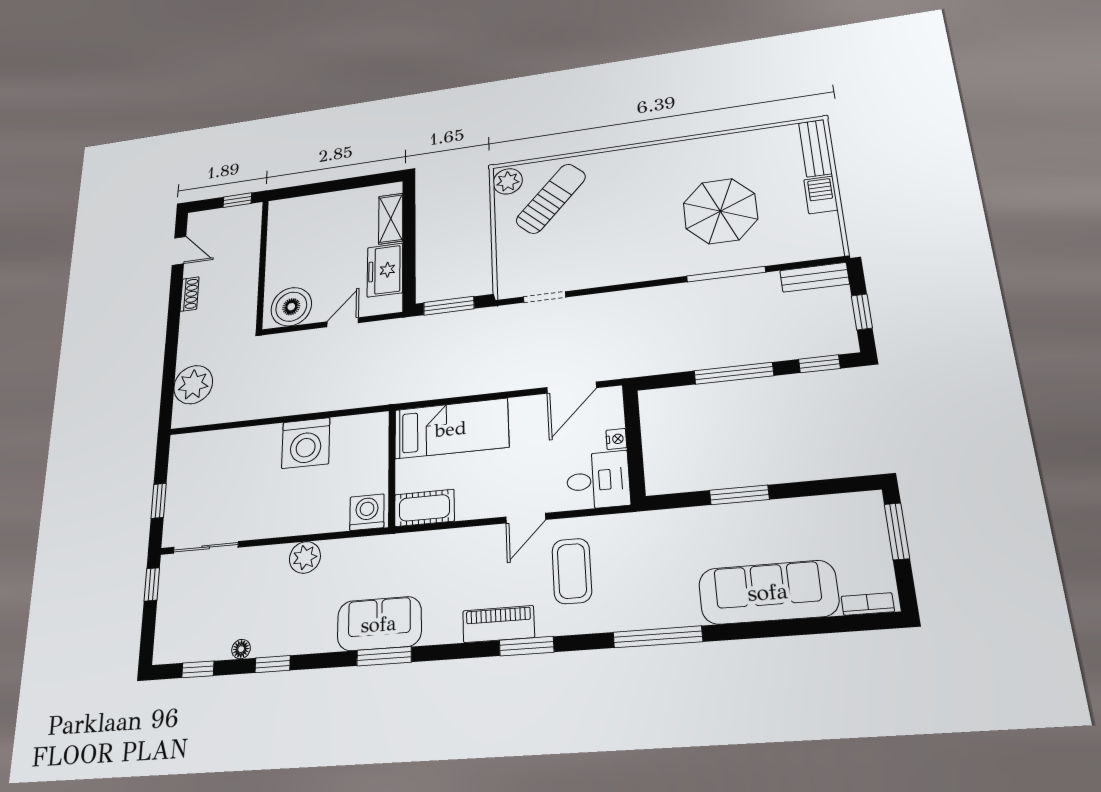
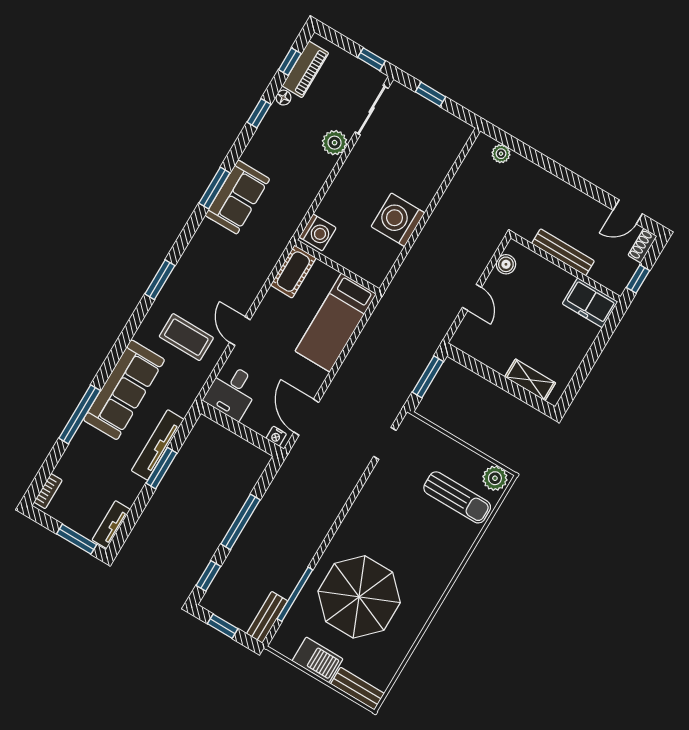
barbecue: (821, 195) -> (317, 660), width x1.38, depth x1.27
sun lounger: (551, 199) -> (457, 497), turned -43
parasol: (720, 211) -> (359, 597), width x1.36, depth x1.36
freezer: (385, 270) -> (590, 303), moved, turned 180
window: (726, 274) -> (295, 594), moved
bench: (249, 276) -> (563, 252), added
shoe rack: (190, 294) -> (642, 246), moved, turned 90
boiler: (291, 307) -> (506, 264), width x0.54, depth x0.54
plant: (193, 385) -> (501, 154), width x0.53, depth x0.53
nightstand: (616, 439) -> (276, 436), moved
tv unit: (848, 505) -> (111, 525), added
tv unit: (716, 517) -> (158, 445), added
plant: (305, 557) -> (335, 143), moved
sofa: (768, 592) -> (124, 390), moved
piano: (499, 624) -> (305, 69), moved
window: (658, 637) -> (80, 414), moved

